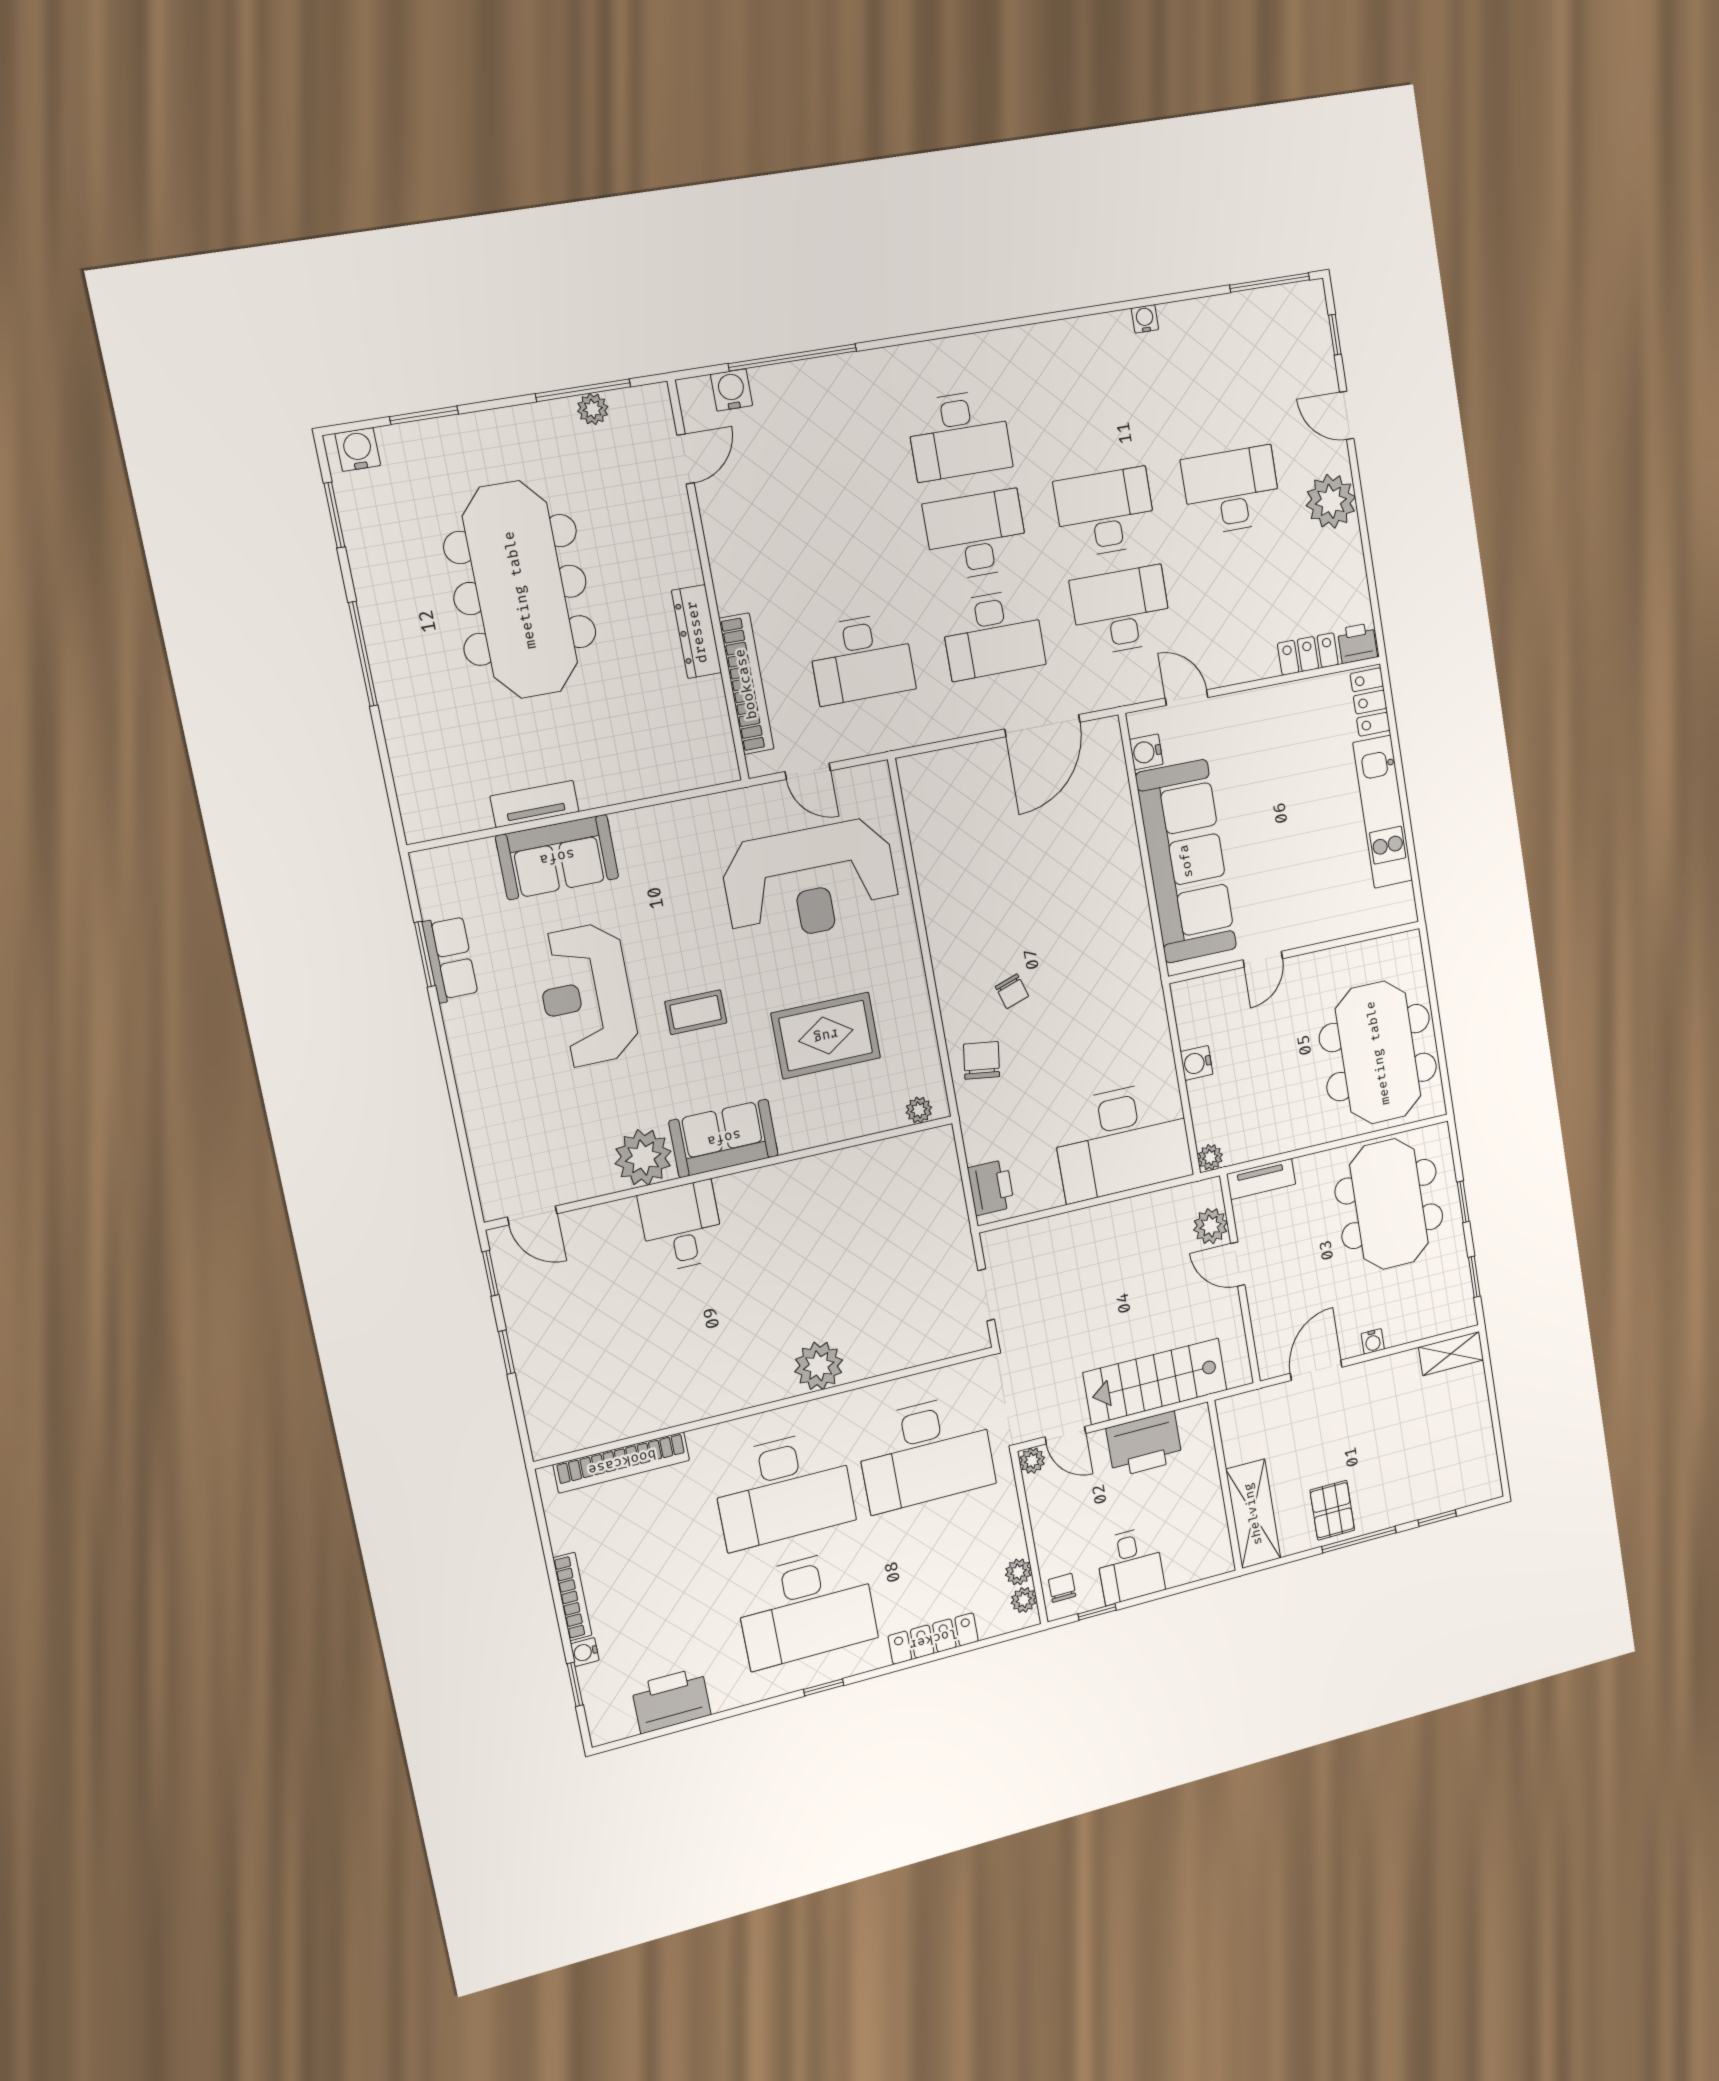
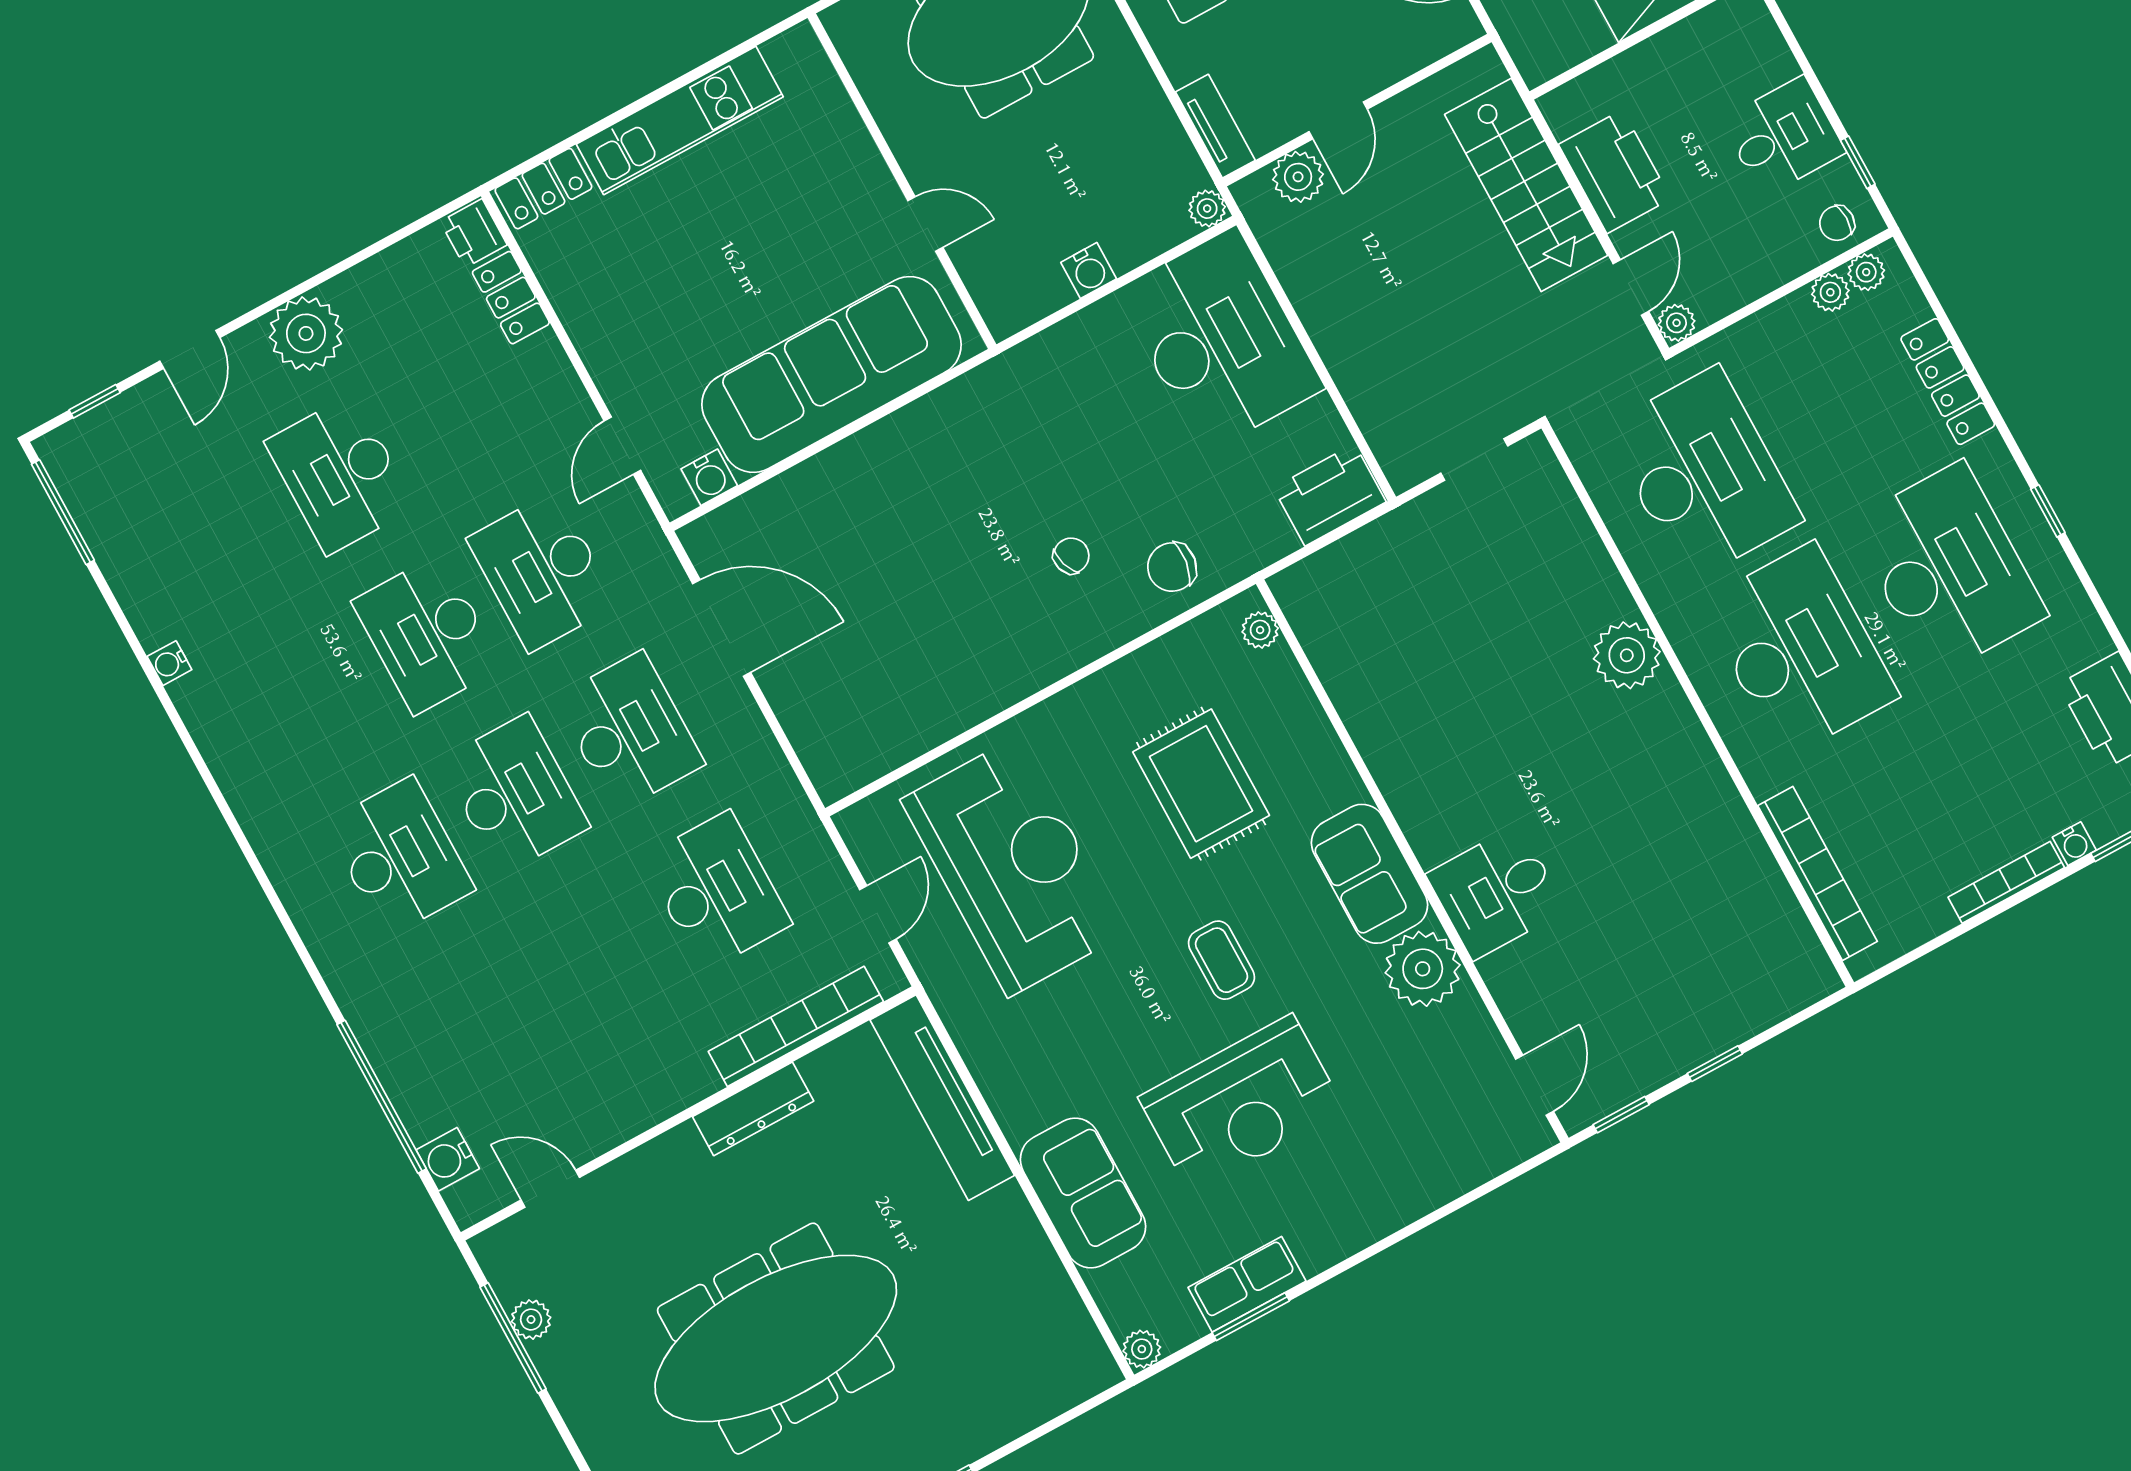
desk: (976, 535) -> (514, 794), turned 180
tv unit: (535, 804) -> (942, 1098), moved, width x1.92, depth x1.29
plant: (426, 864) -> (1142, 1349), added
printer: (991, 1187) -> (1330, 495), width x1.37, depth x1.19

